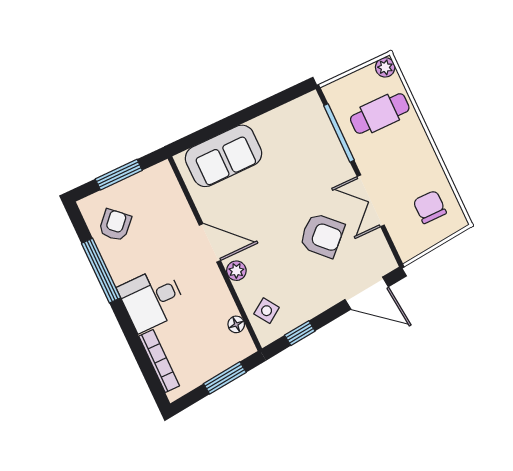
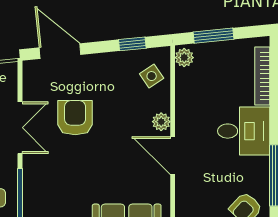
armchair: (322, 235) -> (75, 118), turned 45
floor lamp: (236, 324) -> (183, 76), removed
plant: (243, 343) -> (184, 58), added

